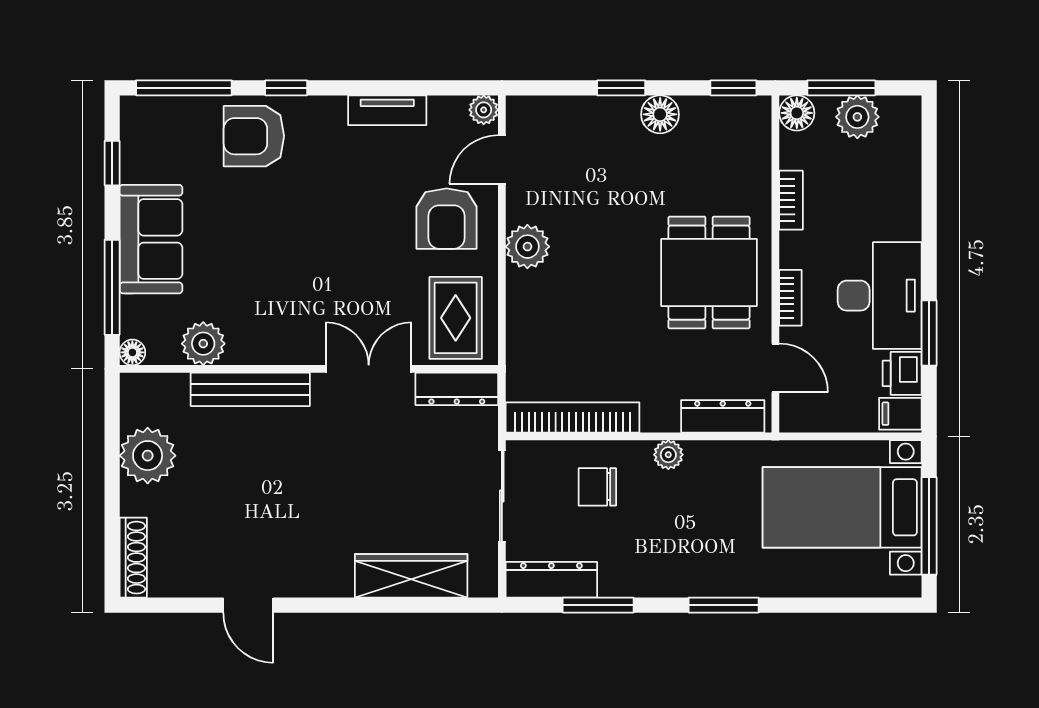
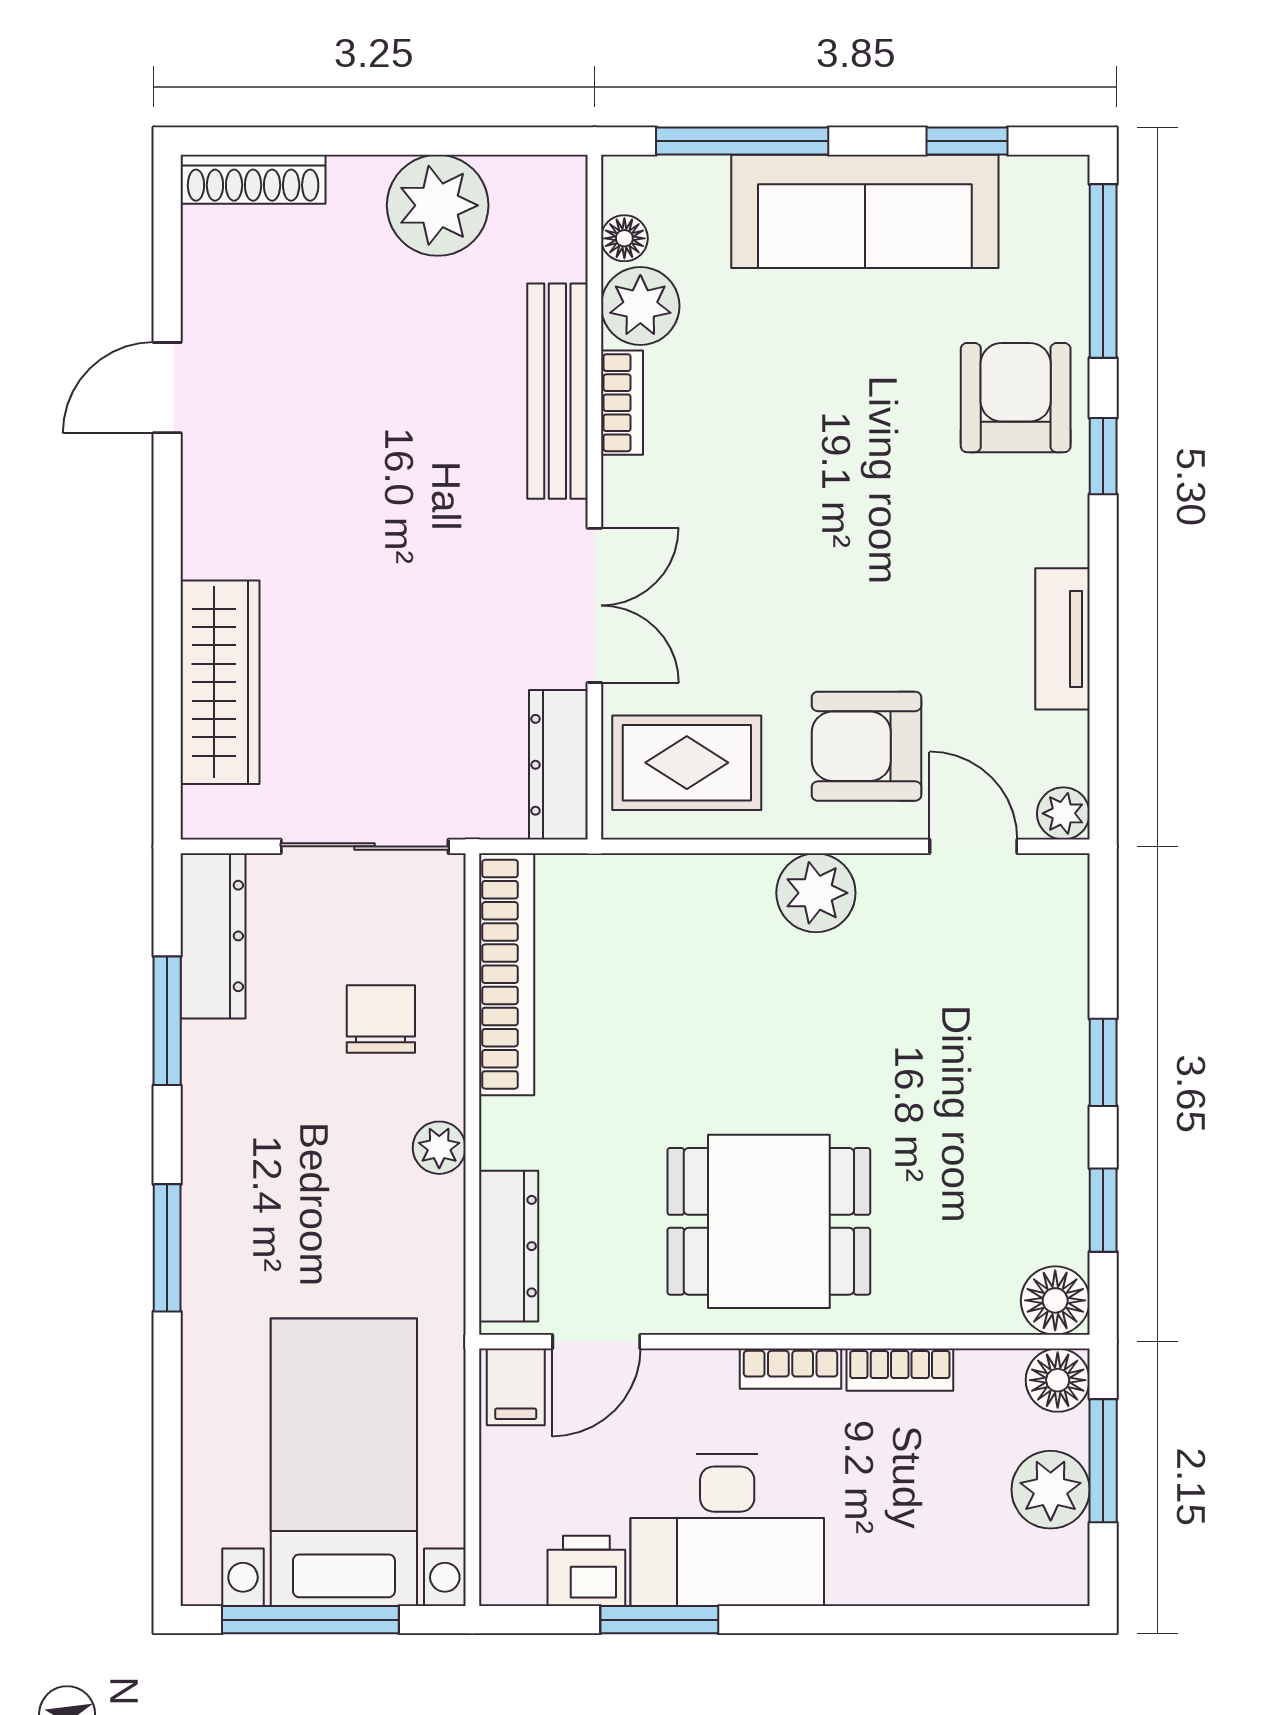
window: (733, 88) -> (1103, 1210), moved
floor lamp: (660, 114) -> (1055, 1300), moved
sofa: (151, 239) -> (865, 211), width x1.36
bookcase: (790, 298) -> (791, 1369), moved
floor lamp: (132, 352) -> (624, 238), moved
bookcase: (257, 354) -> (622, 403), added
filing cabinet: (900, 414) -> (516, 1387), moved, turned 180

